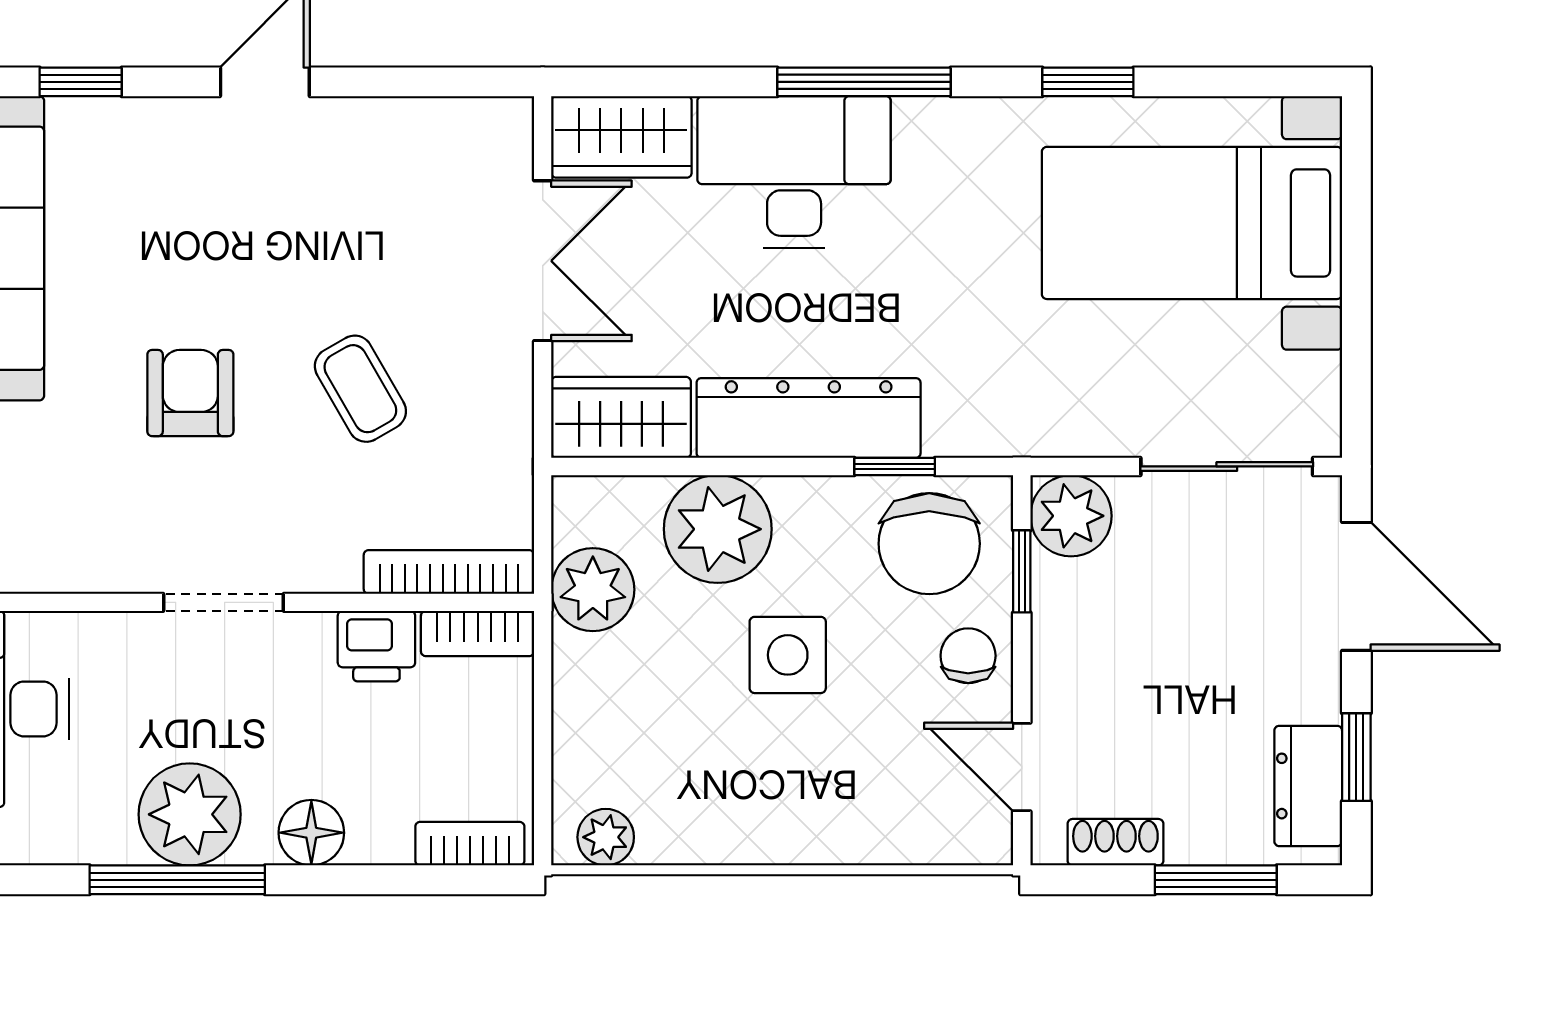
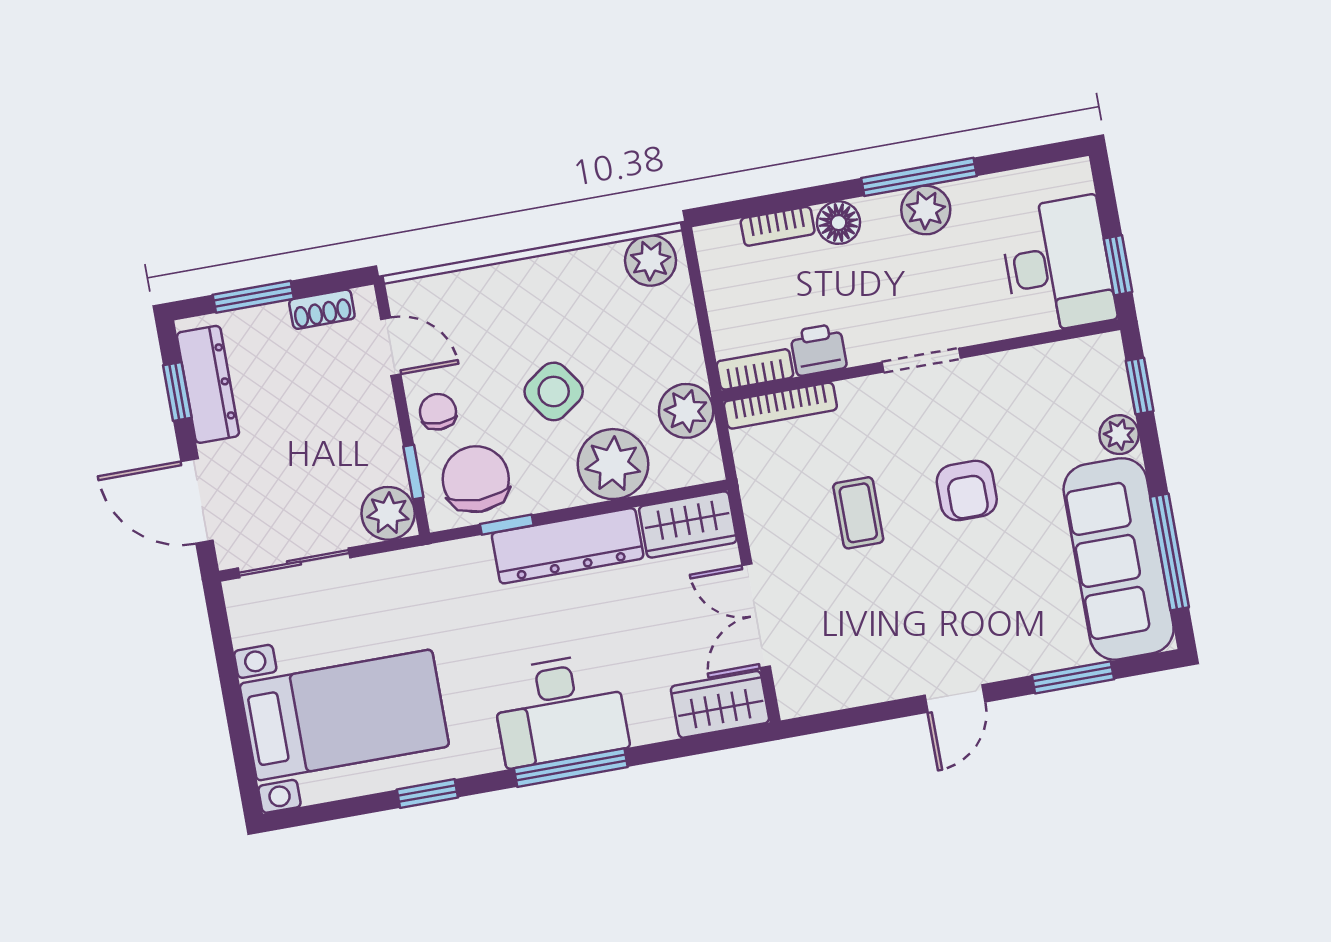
window: (81, 82) -> (1073, 677), width x1.50
desk: (794, 172) -> (560, 710), moved
coffee table: (360, 389) -> (858, 513), turned 30
side table: (788, 655) -> (554, 391), turned -35
chair: (968, 656) -> (438, 412), turned 180
dresser: (1308, 786) -> (208, 384), width x1.44
plant: (190, 814) -> (926, 210), width x0.73, depth x0.73
plant: (606, 837) -> (651, 260), width x1.38, depth x1.38
bookcase: (470, 844) -> (778, 226), moved

